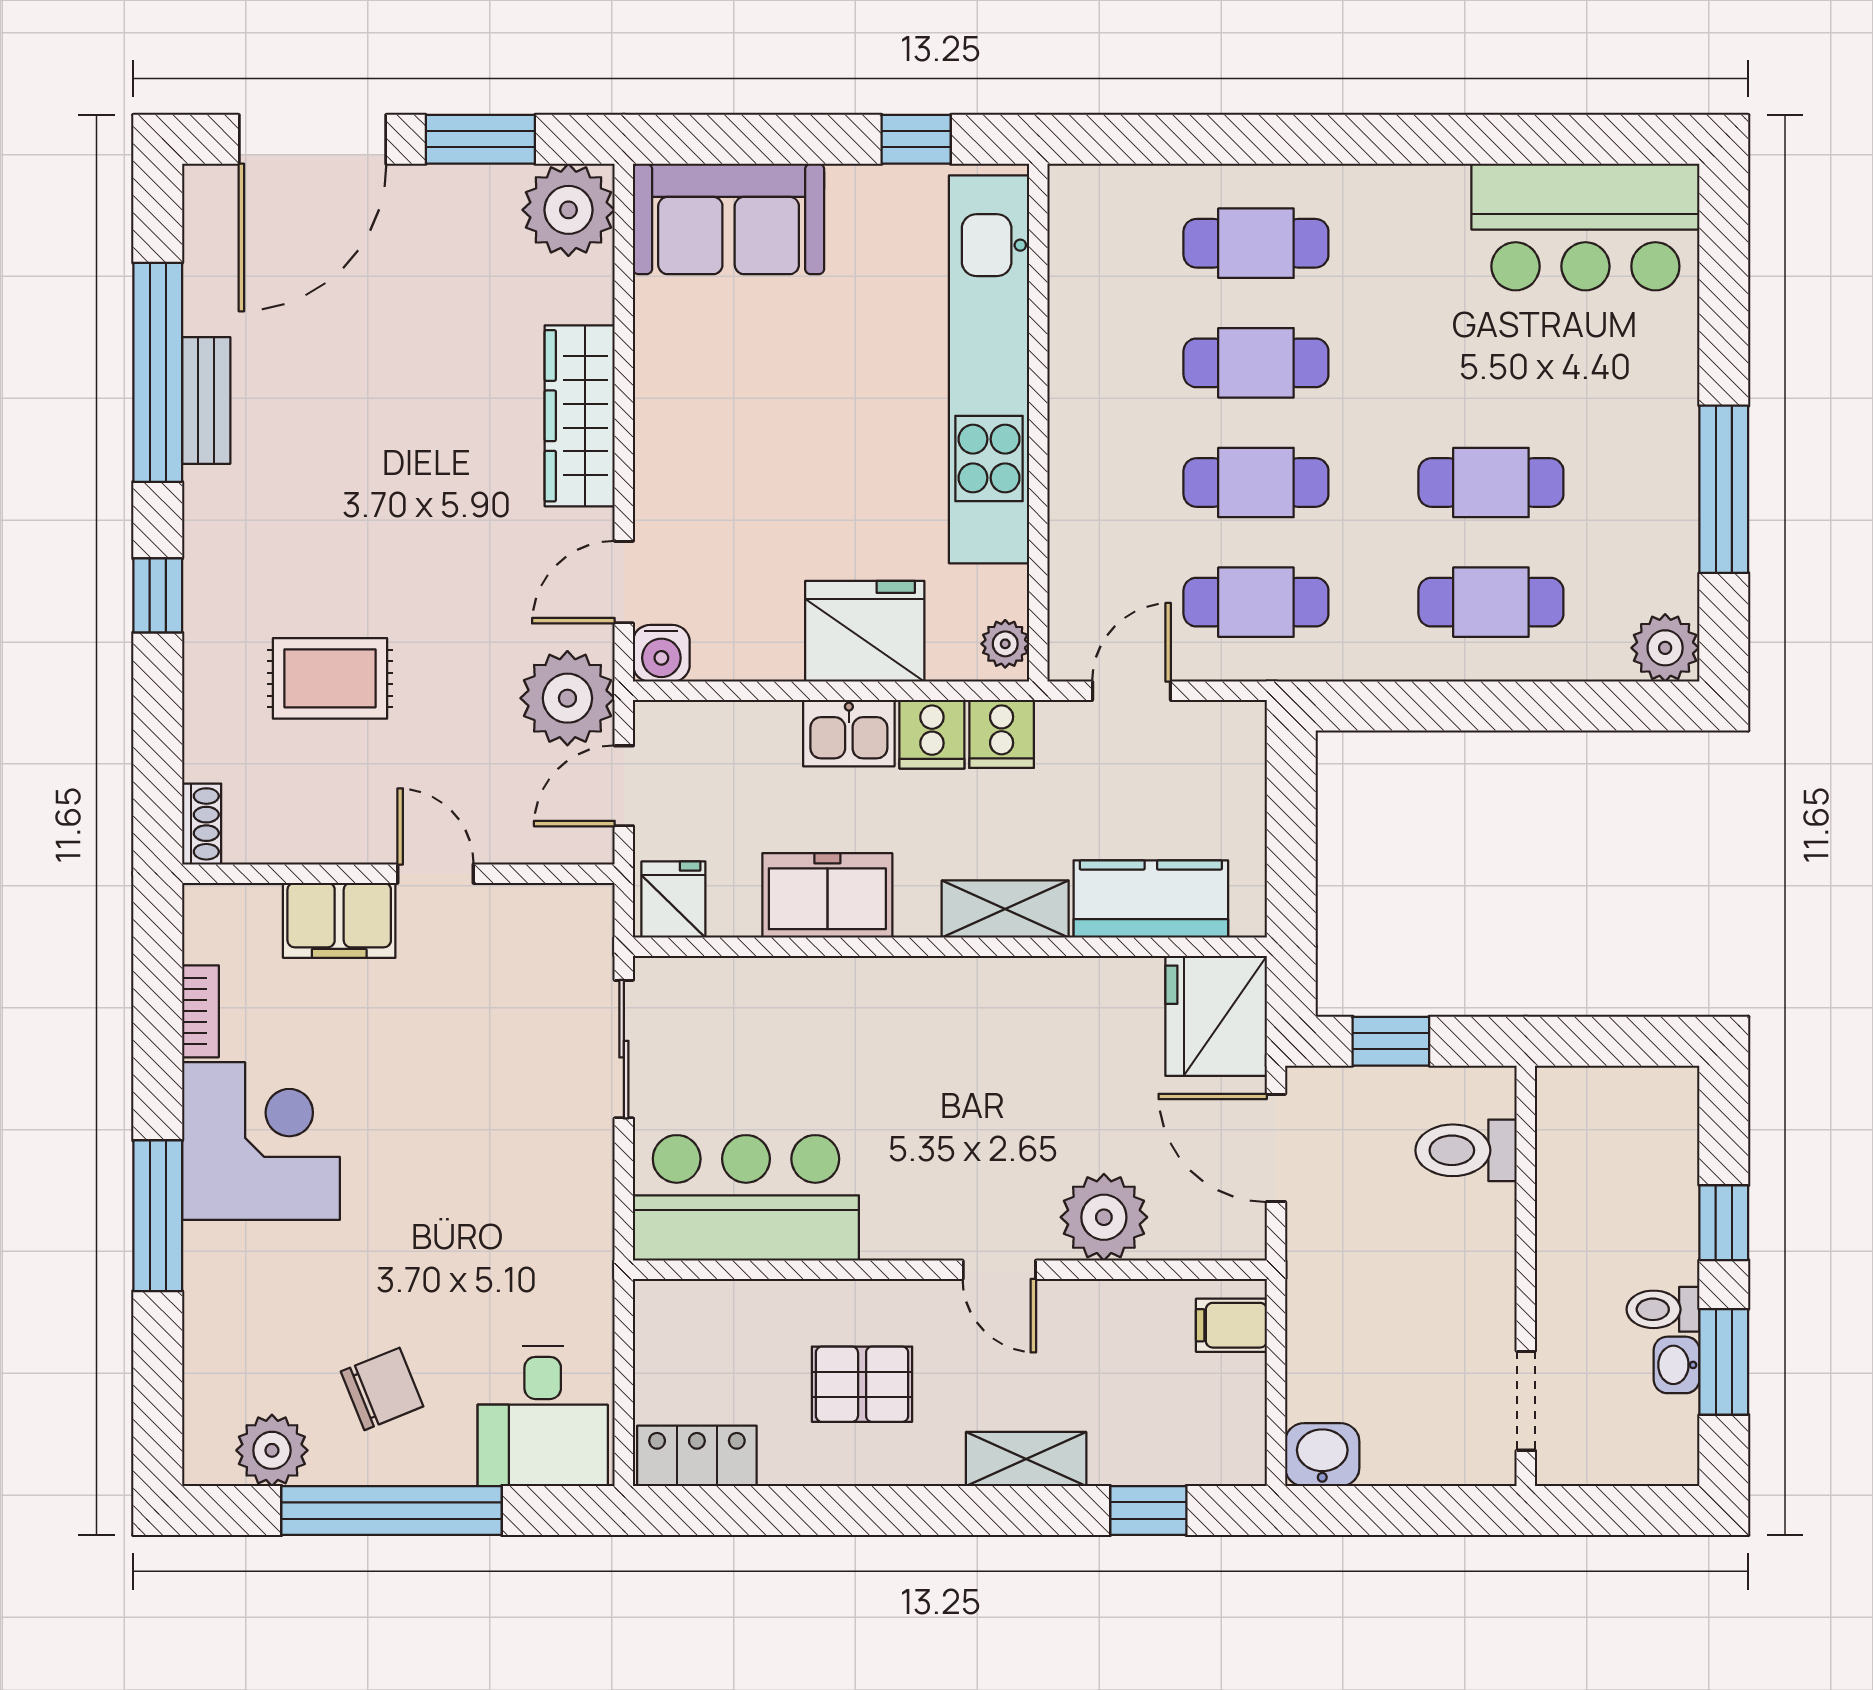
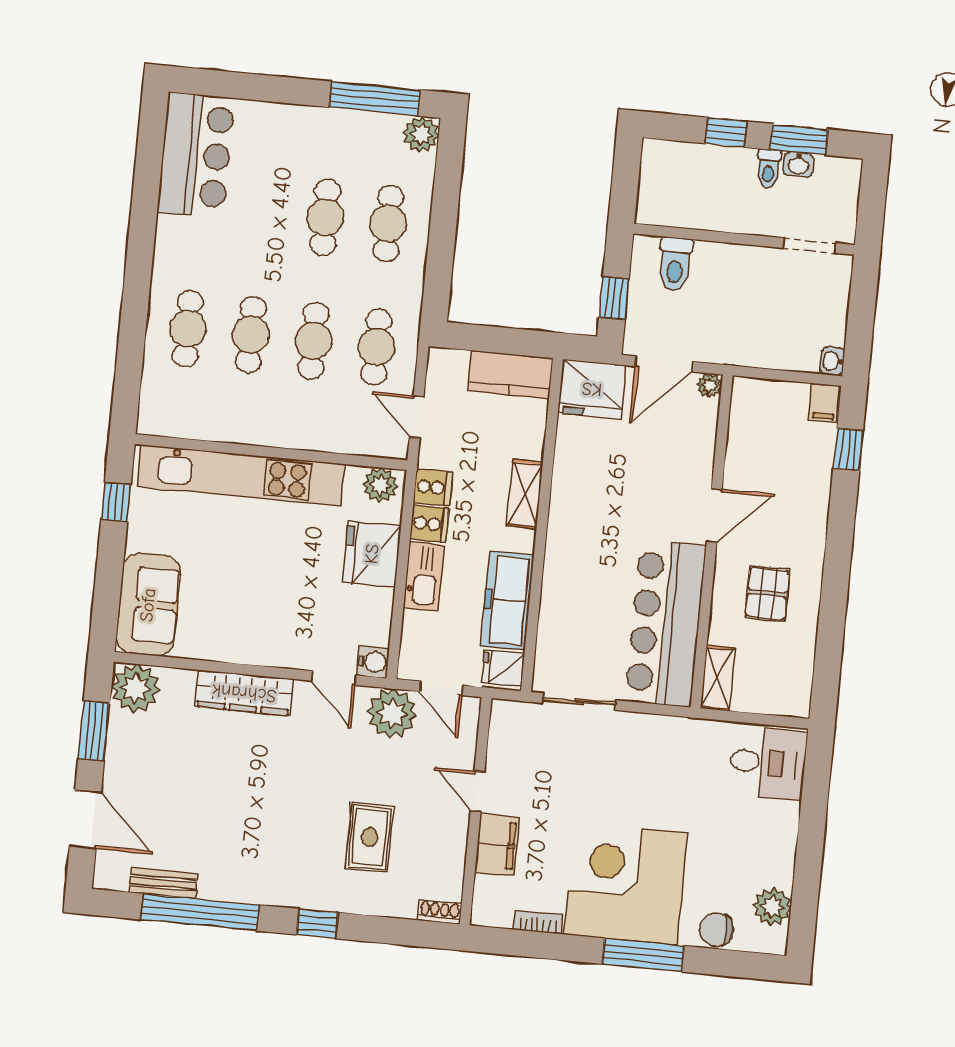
door: (313, 139) -> (85, 819), width x0.73
bench: (206, 400) -> (164, 883), moved
window: (1724, 489) -> (374, 99), moved
plant: (1005, 644) -> (380, 485), width x1.38, depth x1.38
kitchen sink: (849, 733) -> (424, 576), width x1.38
door: (436, 874) -> (478, 792), hinge flipped
freezer: (827, 895) -> (507, 601), width x1.40
kitchen counter: (1151, 899) -> (511, 375), moved, turned -90
corner desk: (261, 1141) -> (626, 883), width x1.36, depth x1.36
bar counter: (746, 1198) -> (666, 623), width x1.36
plant: (1104, 1217) -> (710, 385), moved, width x0.53, depth x0.53
door: (999, 1270) -> (714, 515), width x1.38
filing cabinet: (1231, 1325) -> (824, 403), moved
chair: (382, 1389) -> (717, 929), moved, turned -68
washbasin: (1322, 1455) -> (832, 361), width x0.72, depth x0.69
locker: (697, 1456) -> (797, 684), removed
shelving: (1026, 1459) -> (718, 678), moved
window: (392, 1511) -> (810, 847), removed

